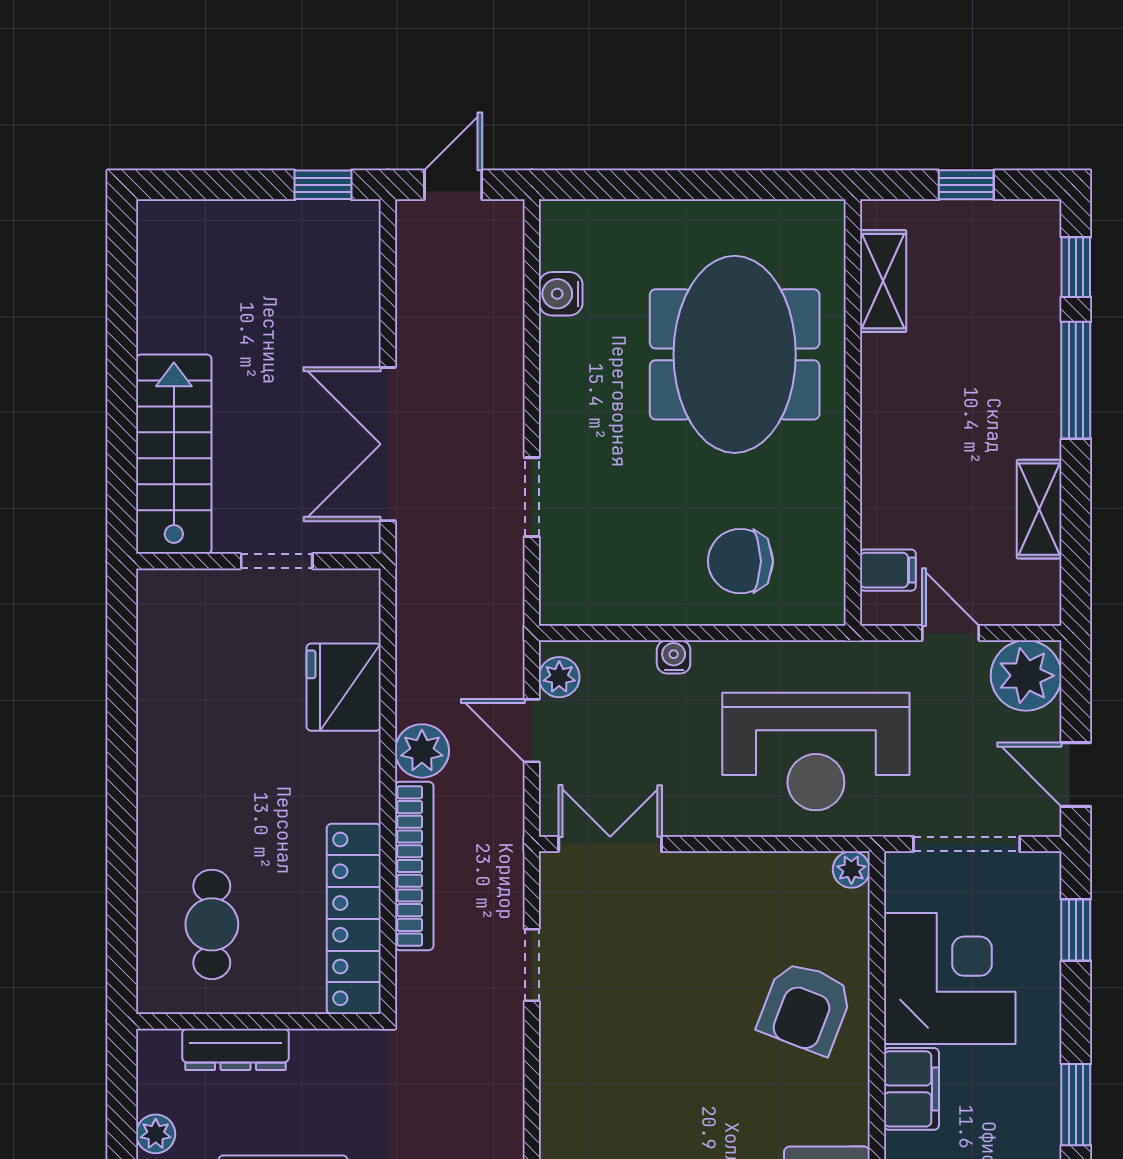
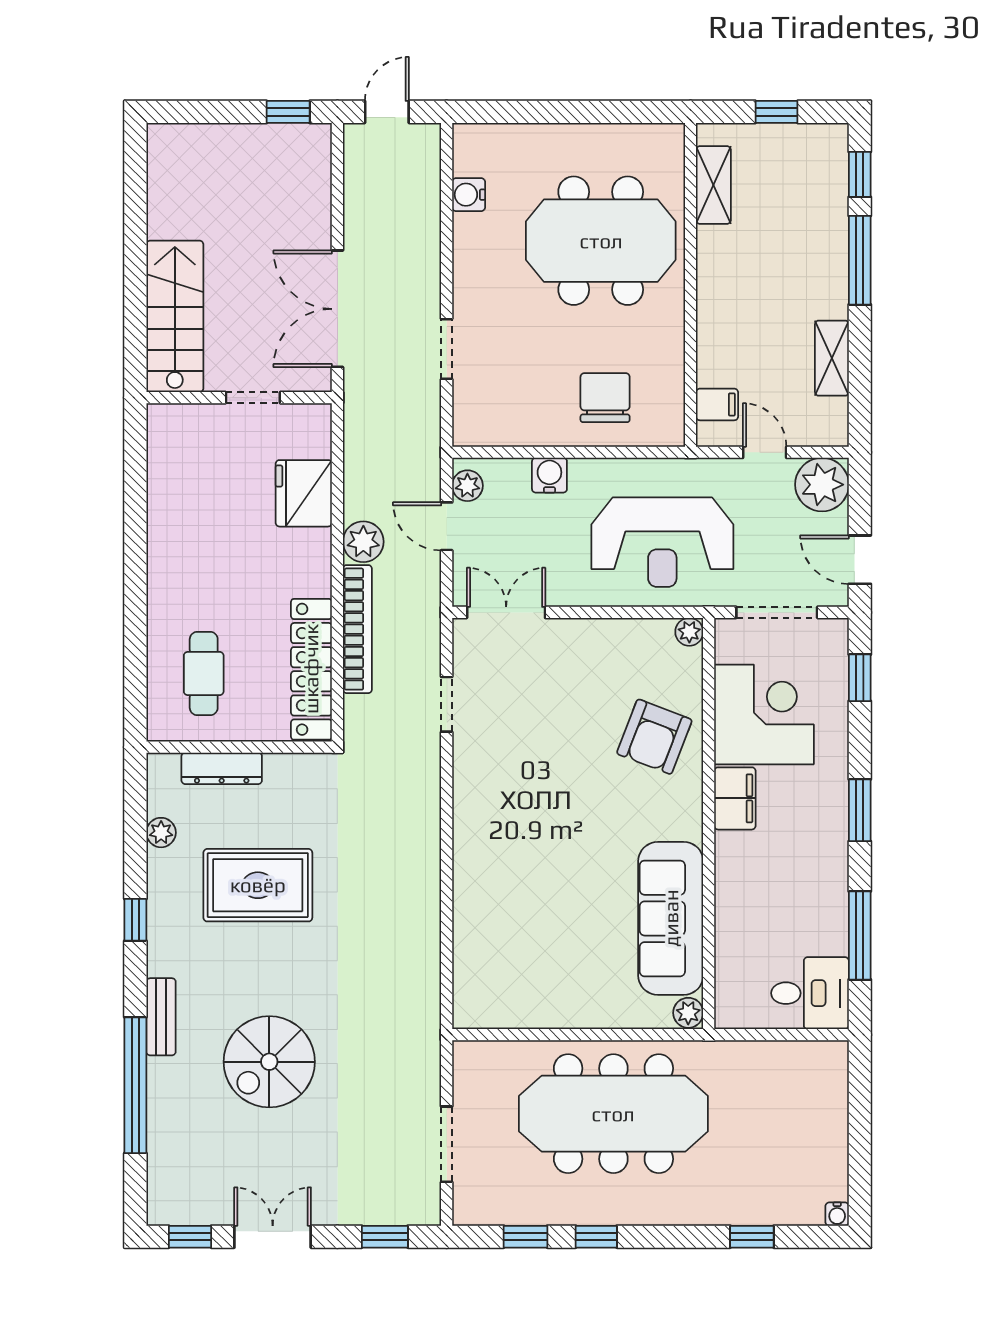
meeting table: (735, 354) -> (601, 241), turned 90
chair: (740, 561) -> (605, 398), turned 90
water cooler: (674, 657) -> (549, 475), width x1.38, depth x1.38

